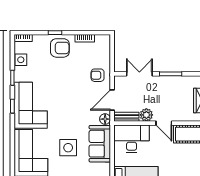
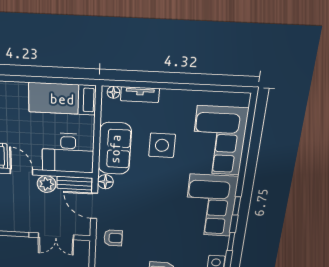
door: (112, 100) -> (94, 206), swing flipped

